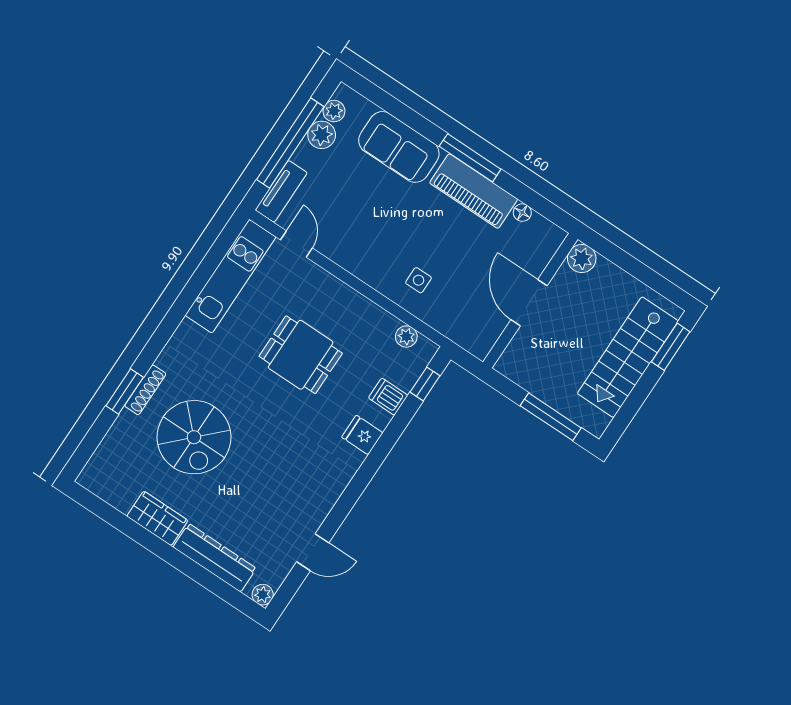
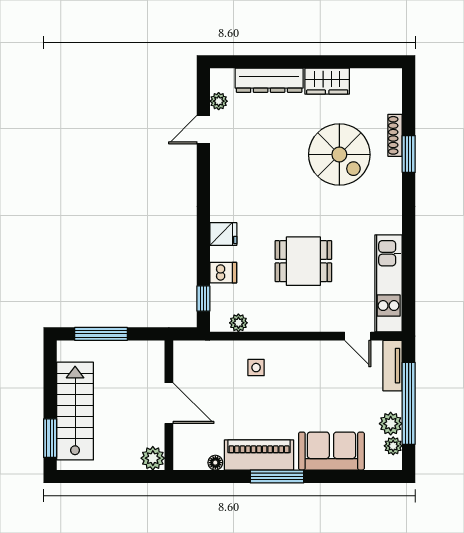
shoe rack: (145, 390) -> (395, 135), moved
spiral stairs: (194, 437) -> (339, 155), turned 180
plant: (263, 595) -> (219, 101), moved

